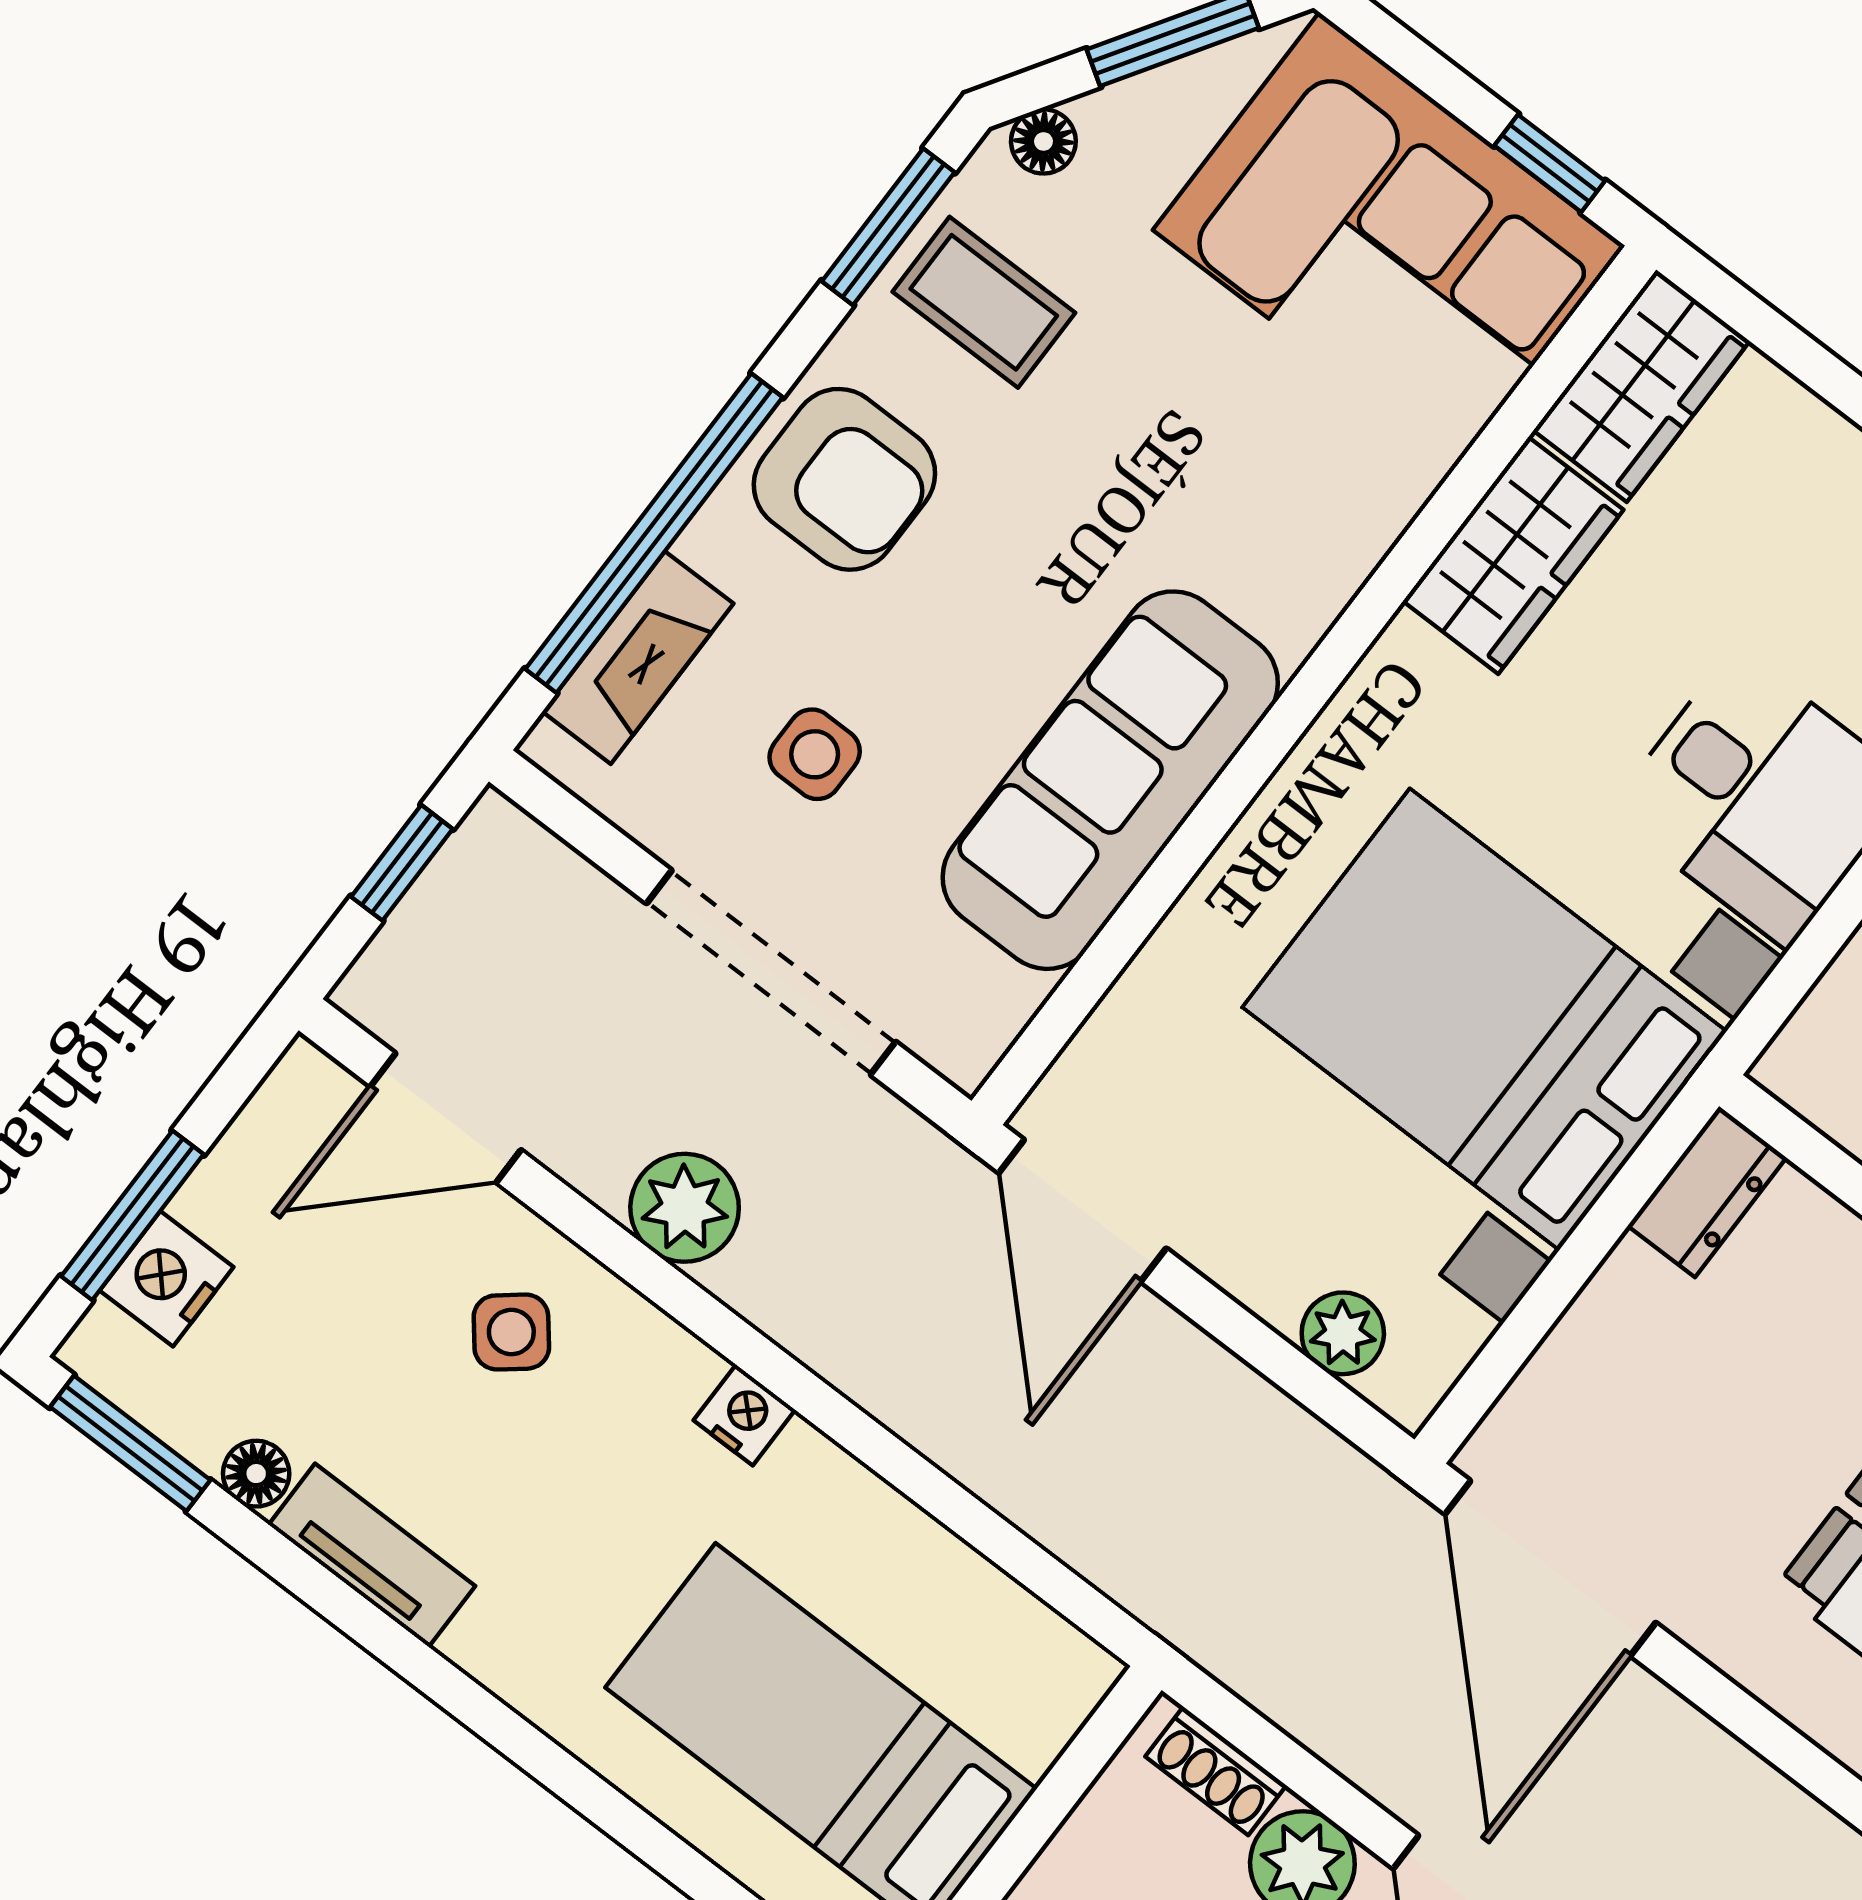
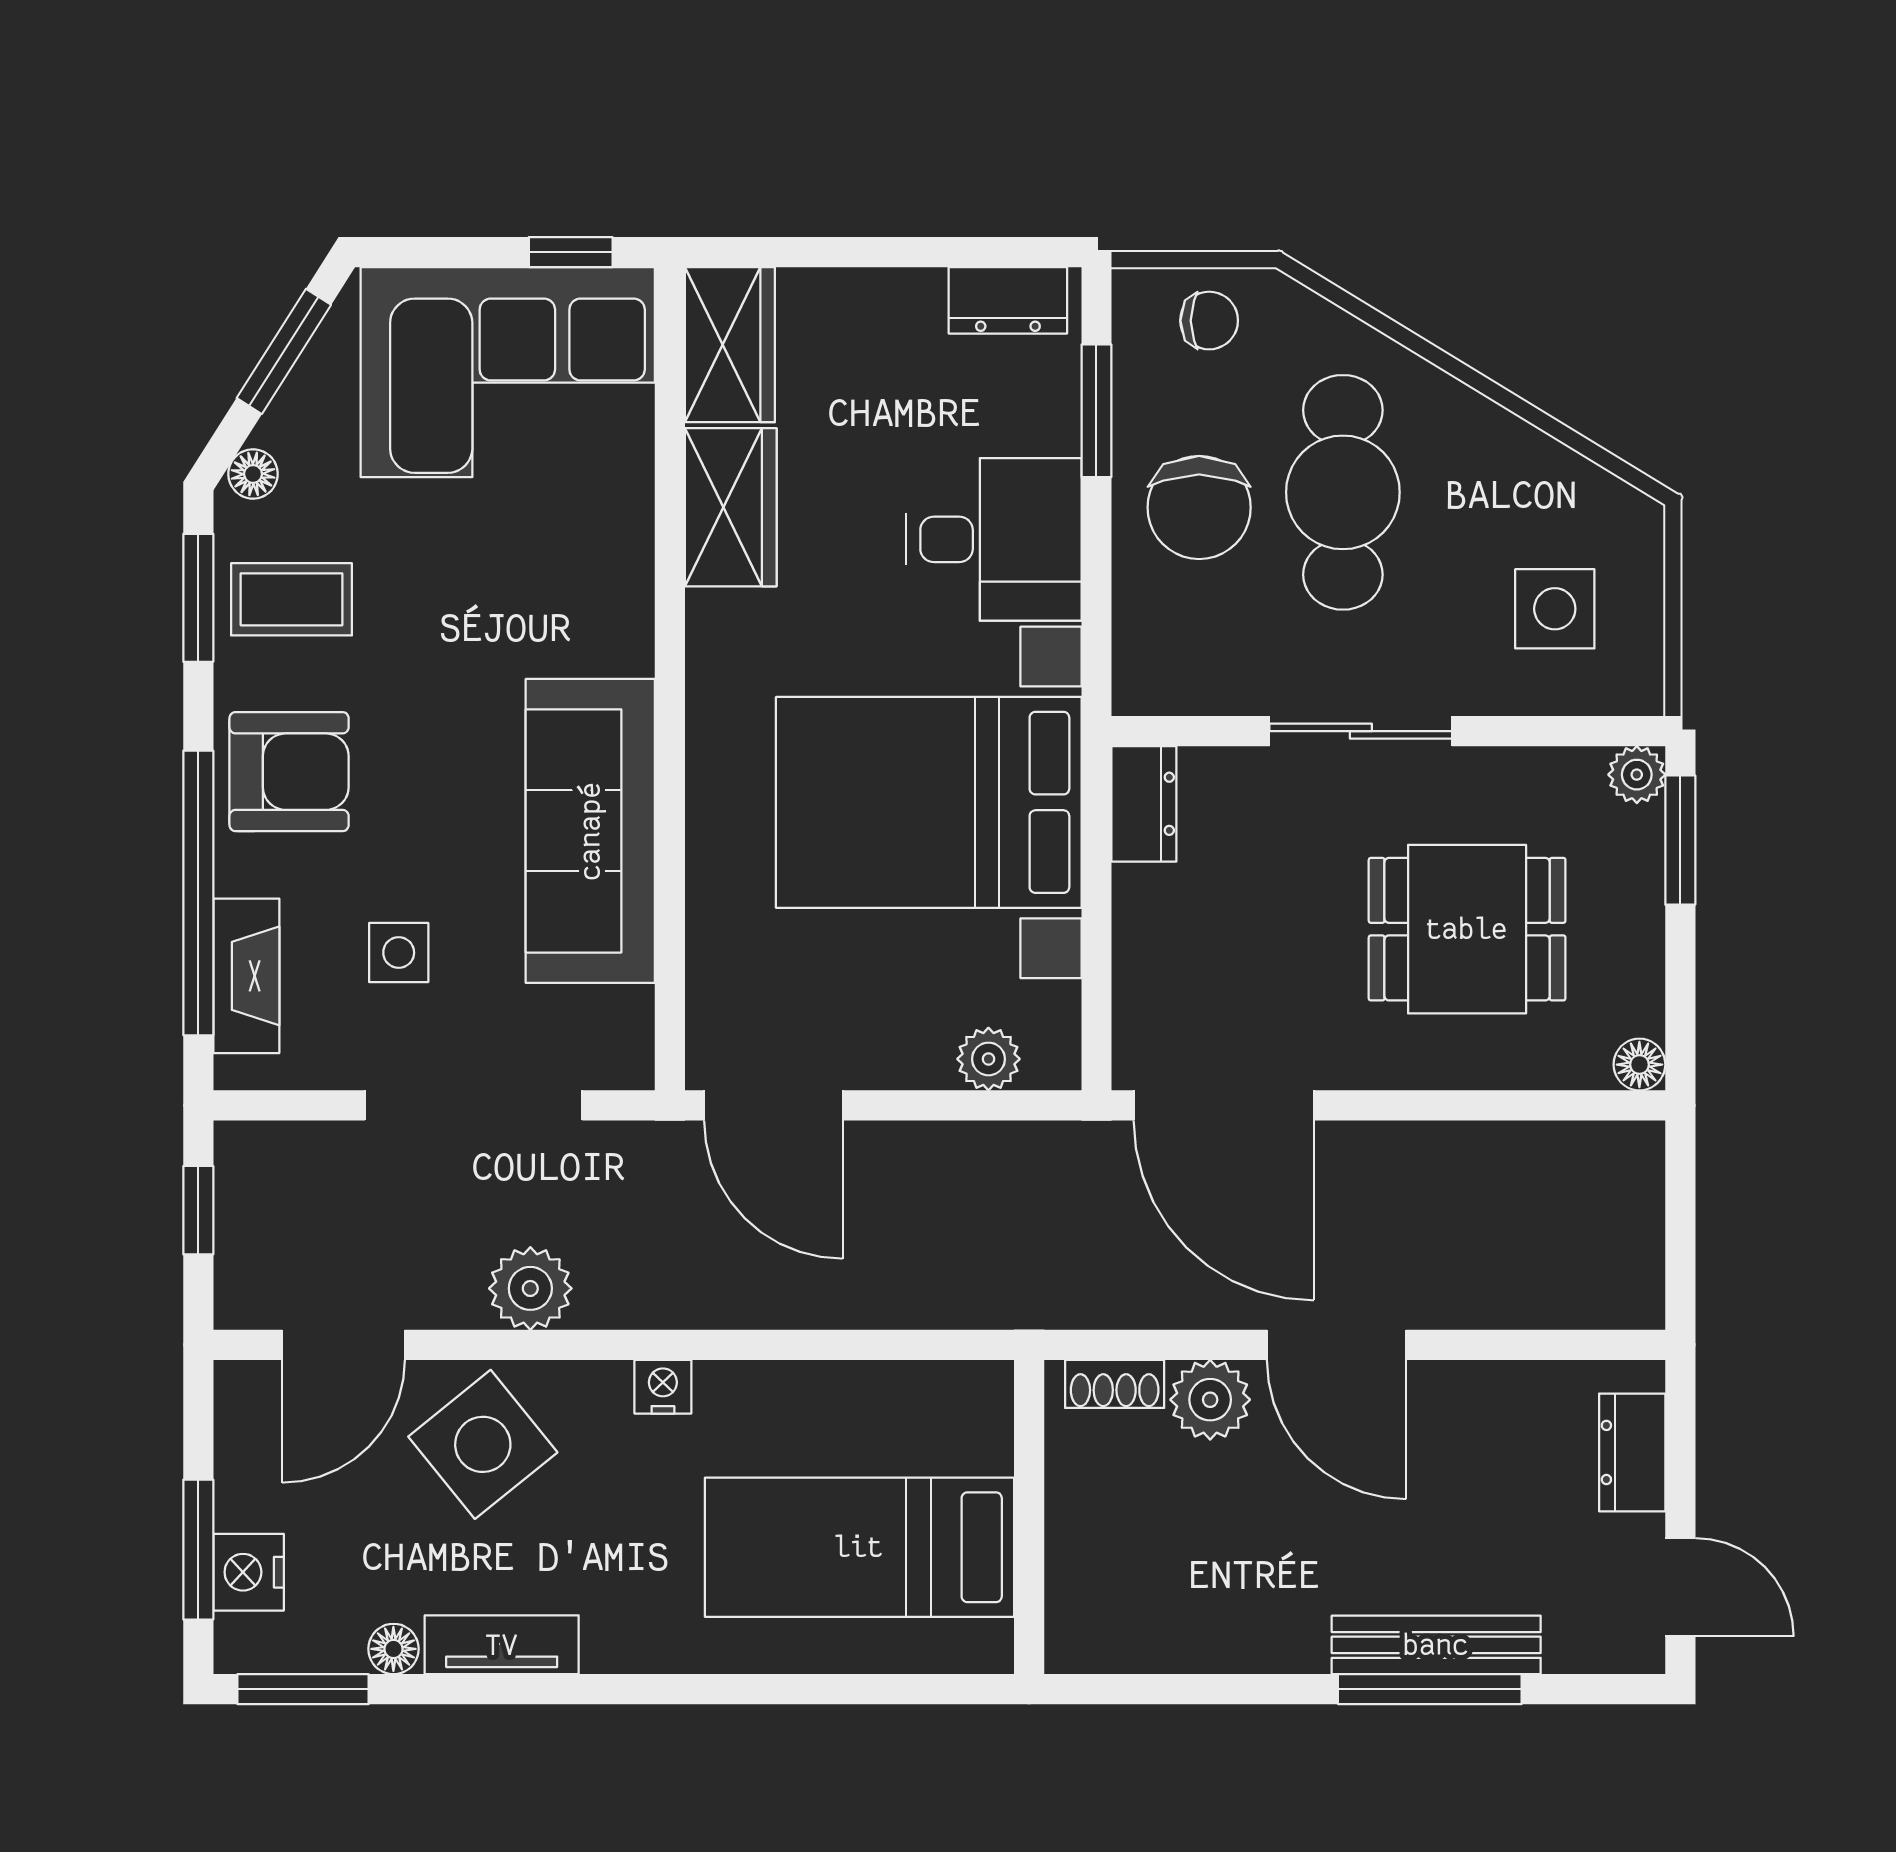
side table: (511, 1332) -> (483, 1444), width x1.87, depth x1.87

